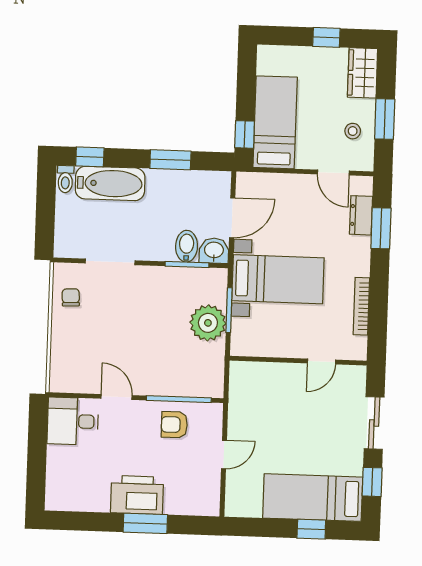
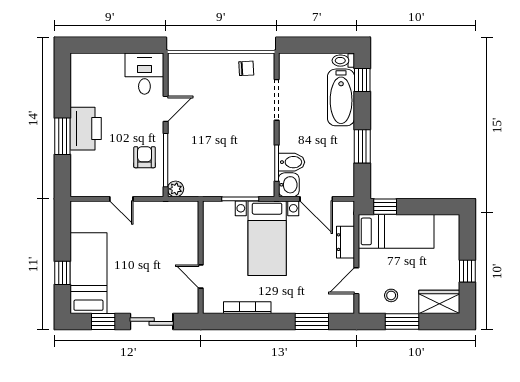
dresser: (361, 215) -> (346, 242), moved, turned -90
plant: (208, 323) -> (176, 189), moved, width x0.53, depth x0.53

